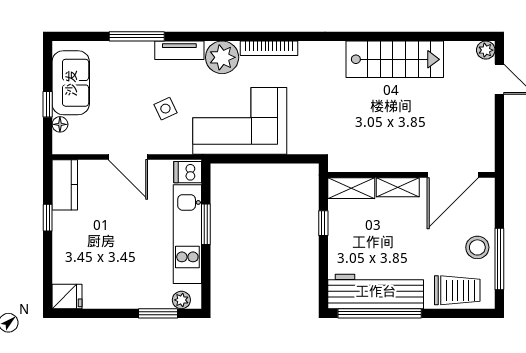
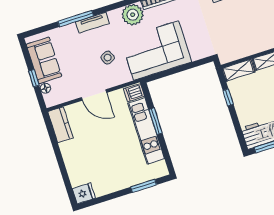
tv unit: (179, 50) -> (93, 23), moved
window: (48, 218) -> (56, 148), removed
plant: (181, 300) -> (155, 173), removed

